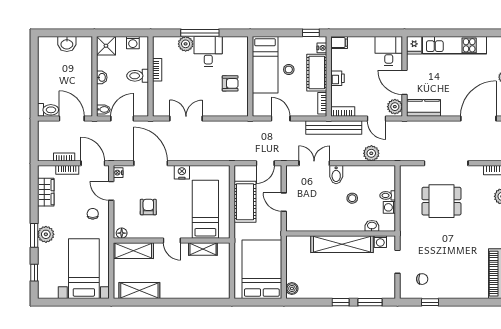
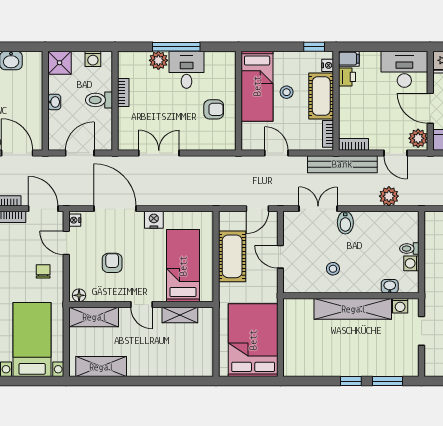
desk: (389, 51) -> (404, 69), width x1.37
printer: (338, 78) -> (347, 77), moved
bidet: (103, 109) -> (56, 142), removed
stool: (352, 198) -> (333, 269), moved
boiler: (292, 289) -> (290, 364), removed

